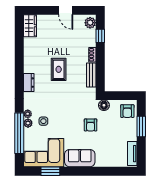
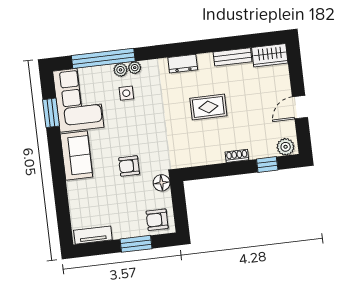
bench: (91, 75) -> (233, 57), moved

